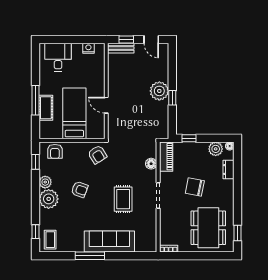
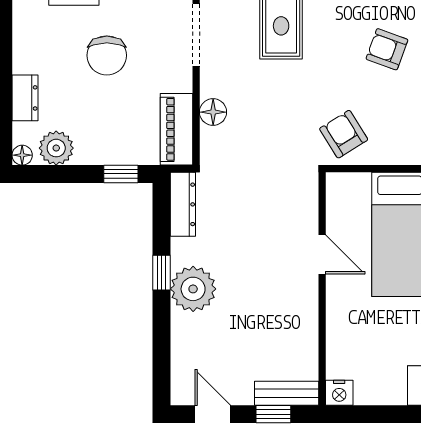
nightstand: (88, 48) -> (339, 393), moved
dresser: (164, 126) -> (183, 204), added
chair: (195, 187) -> (107, 55), turned 79

